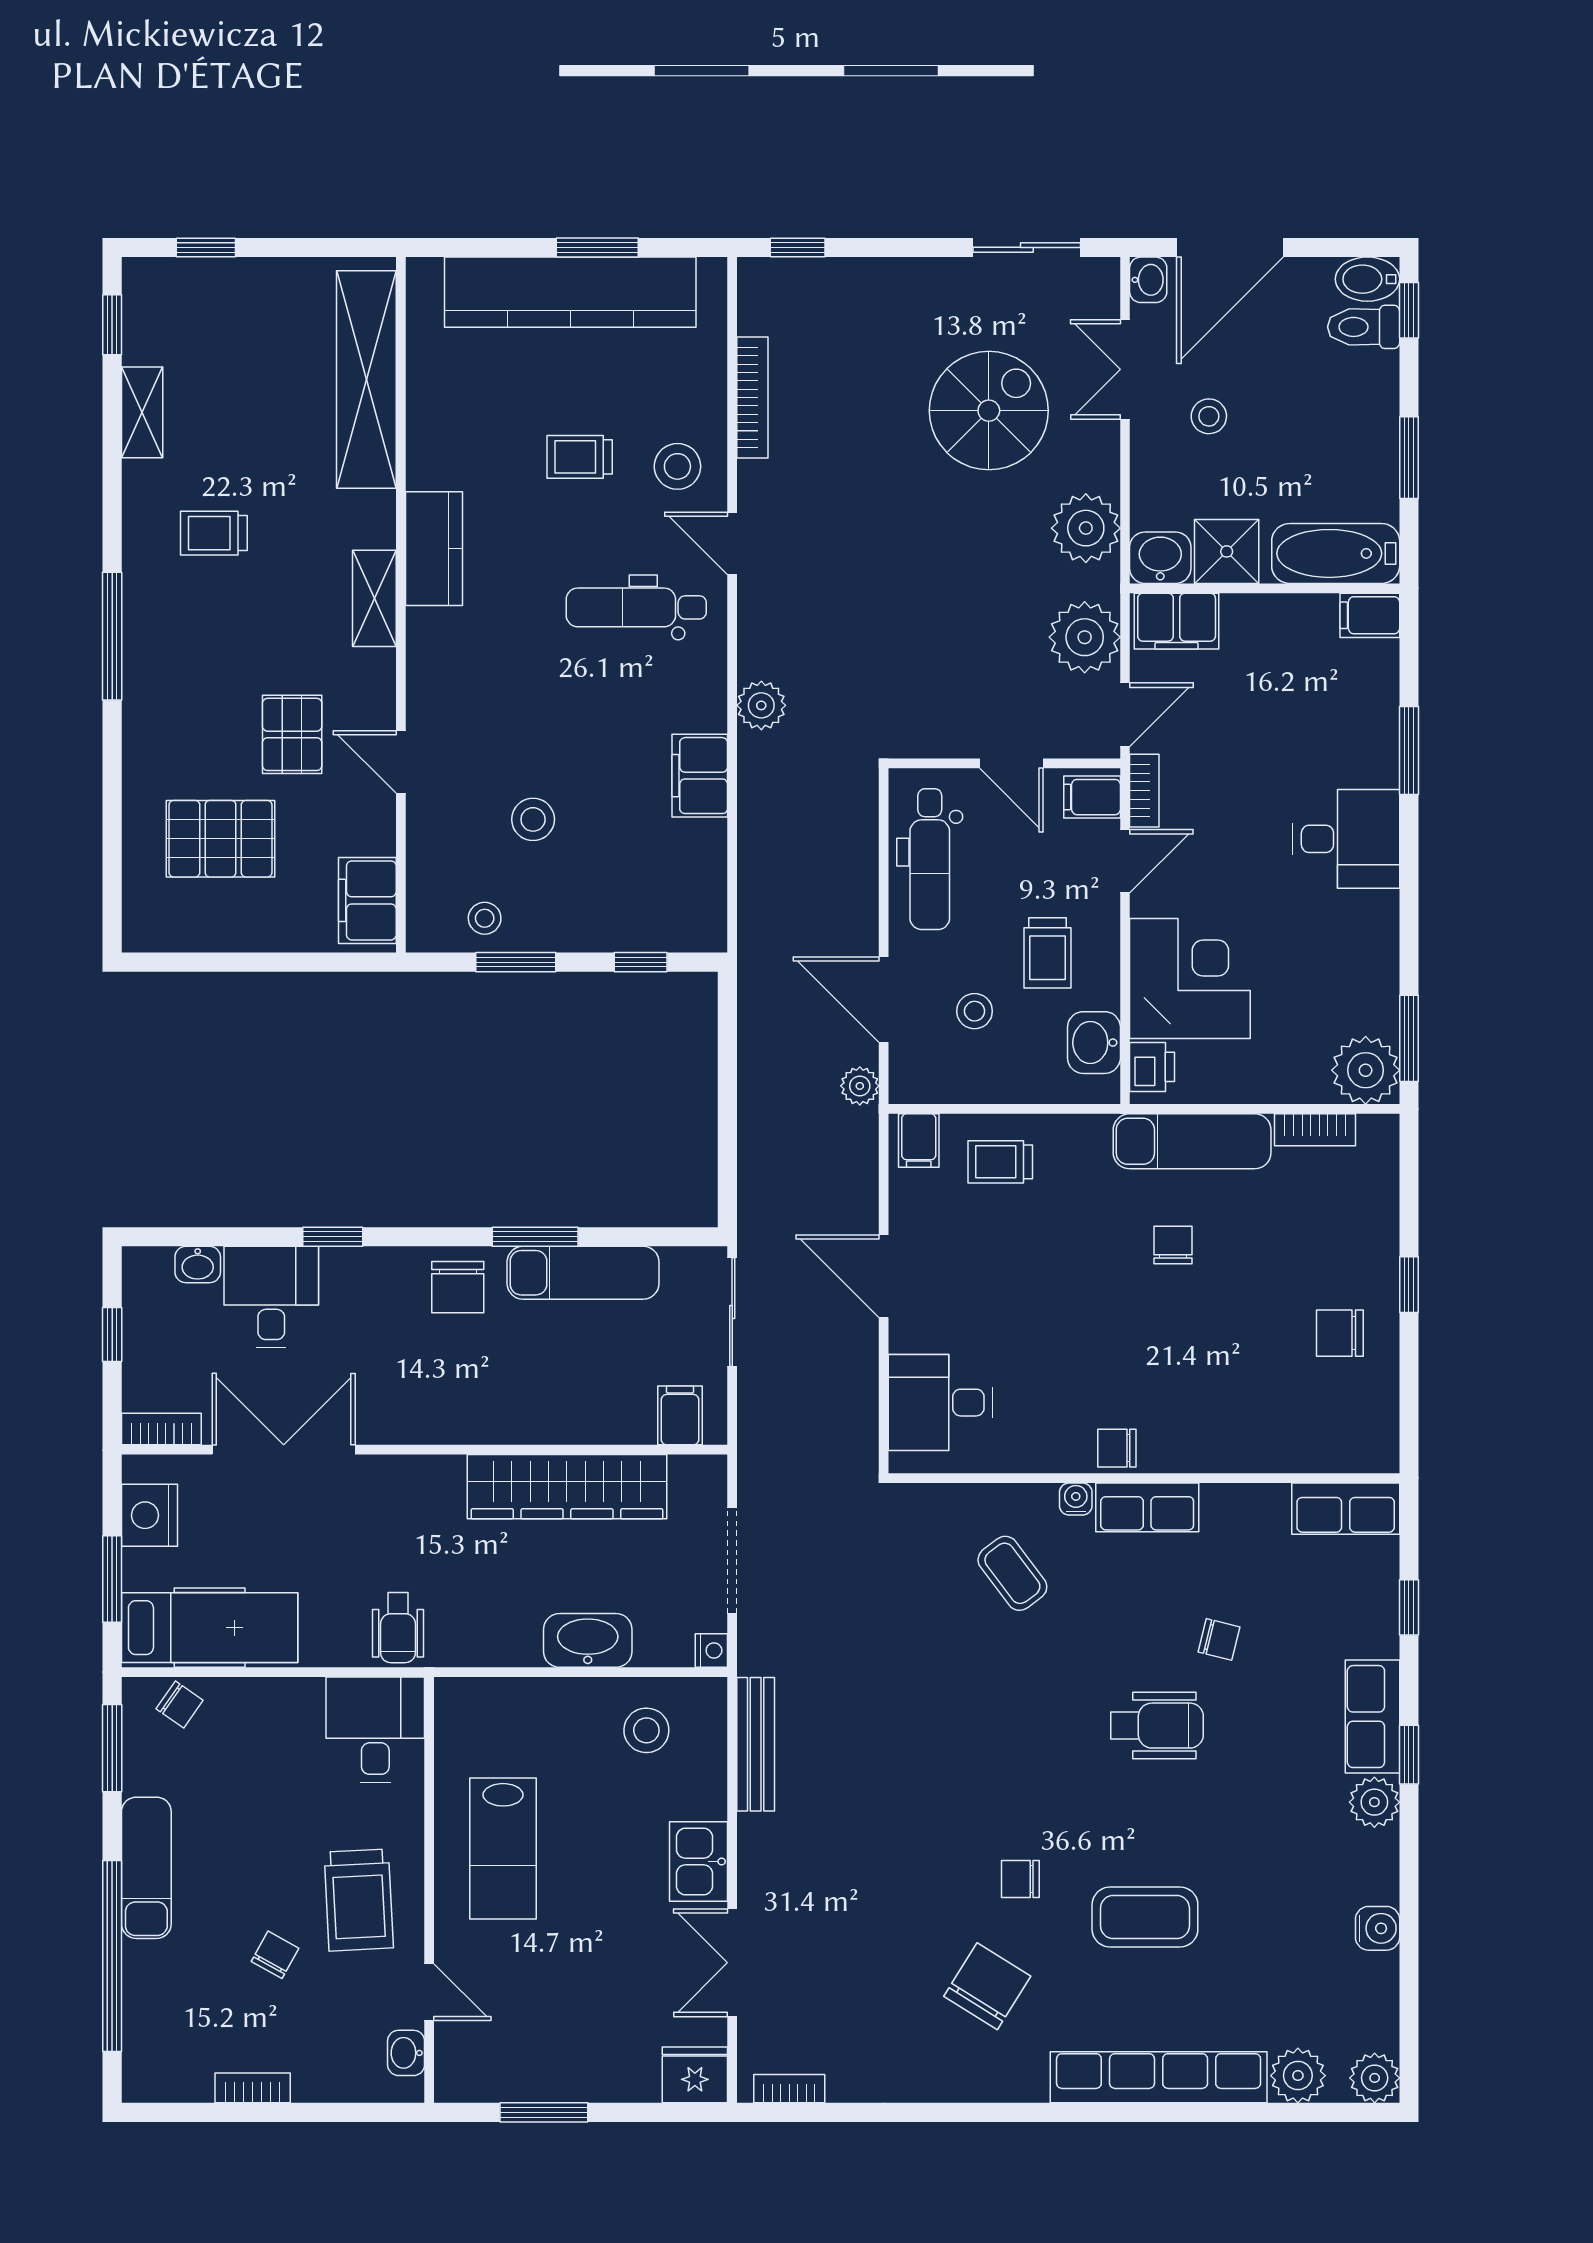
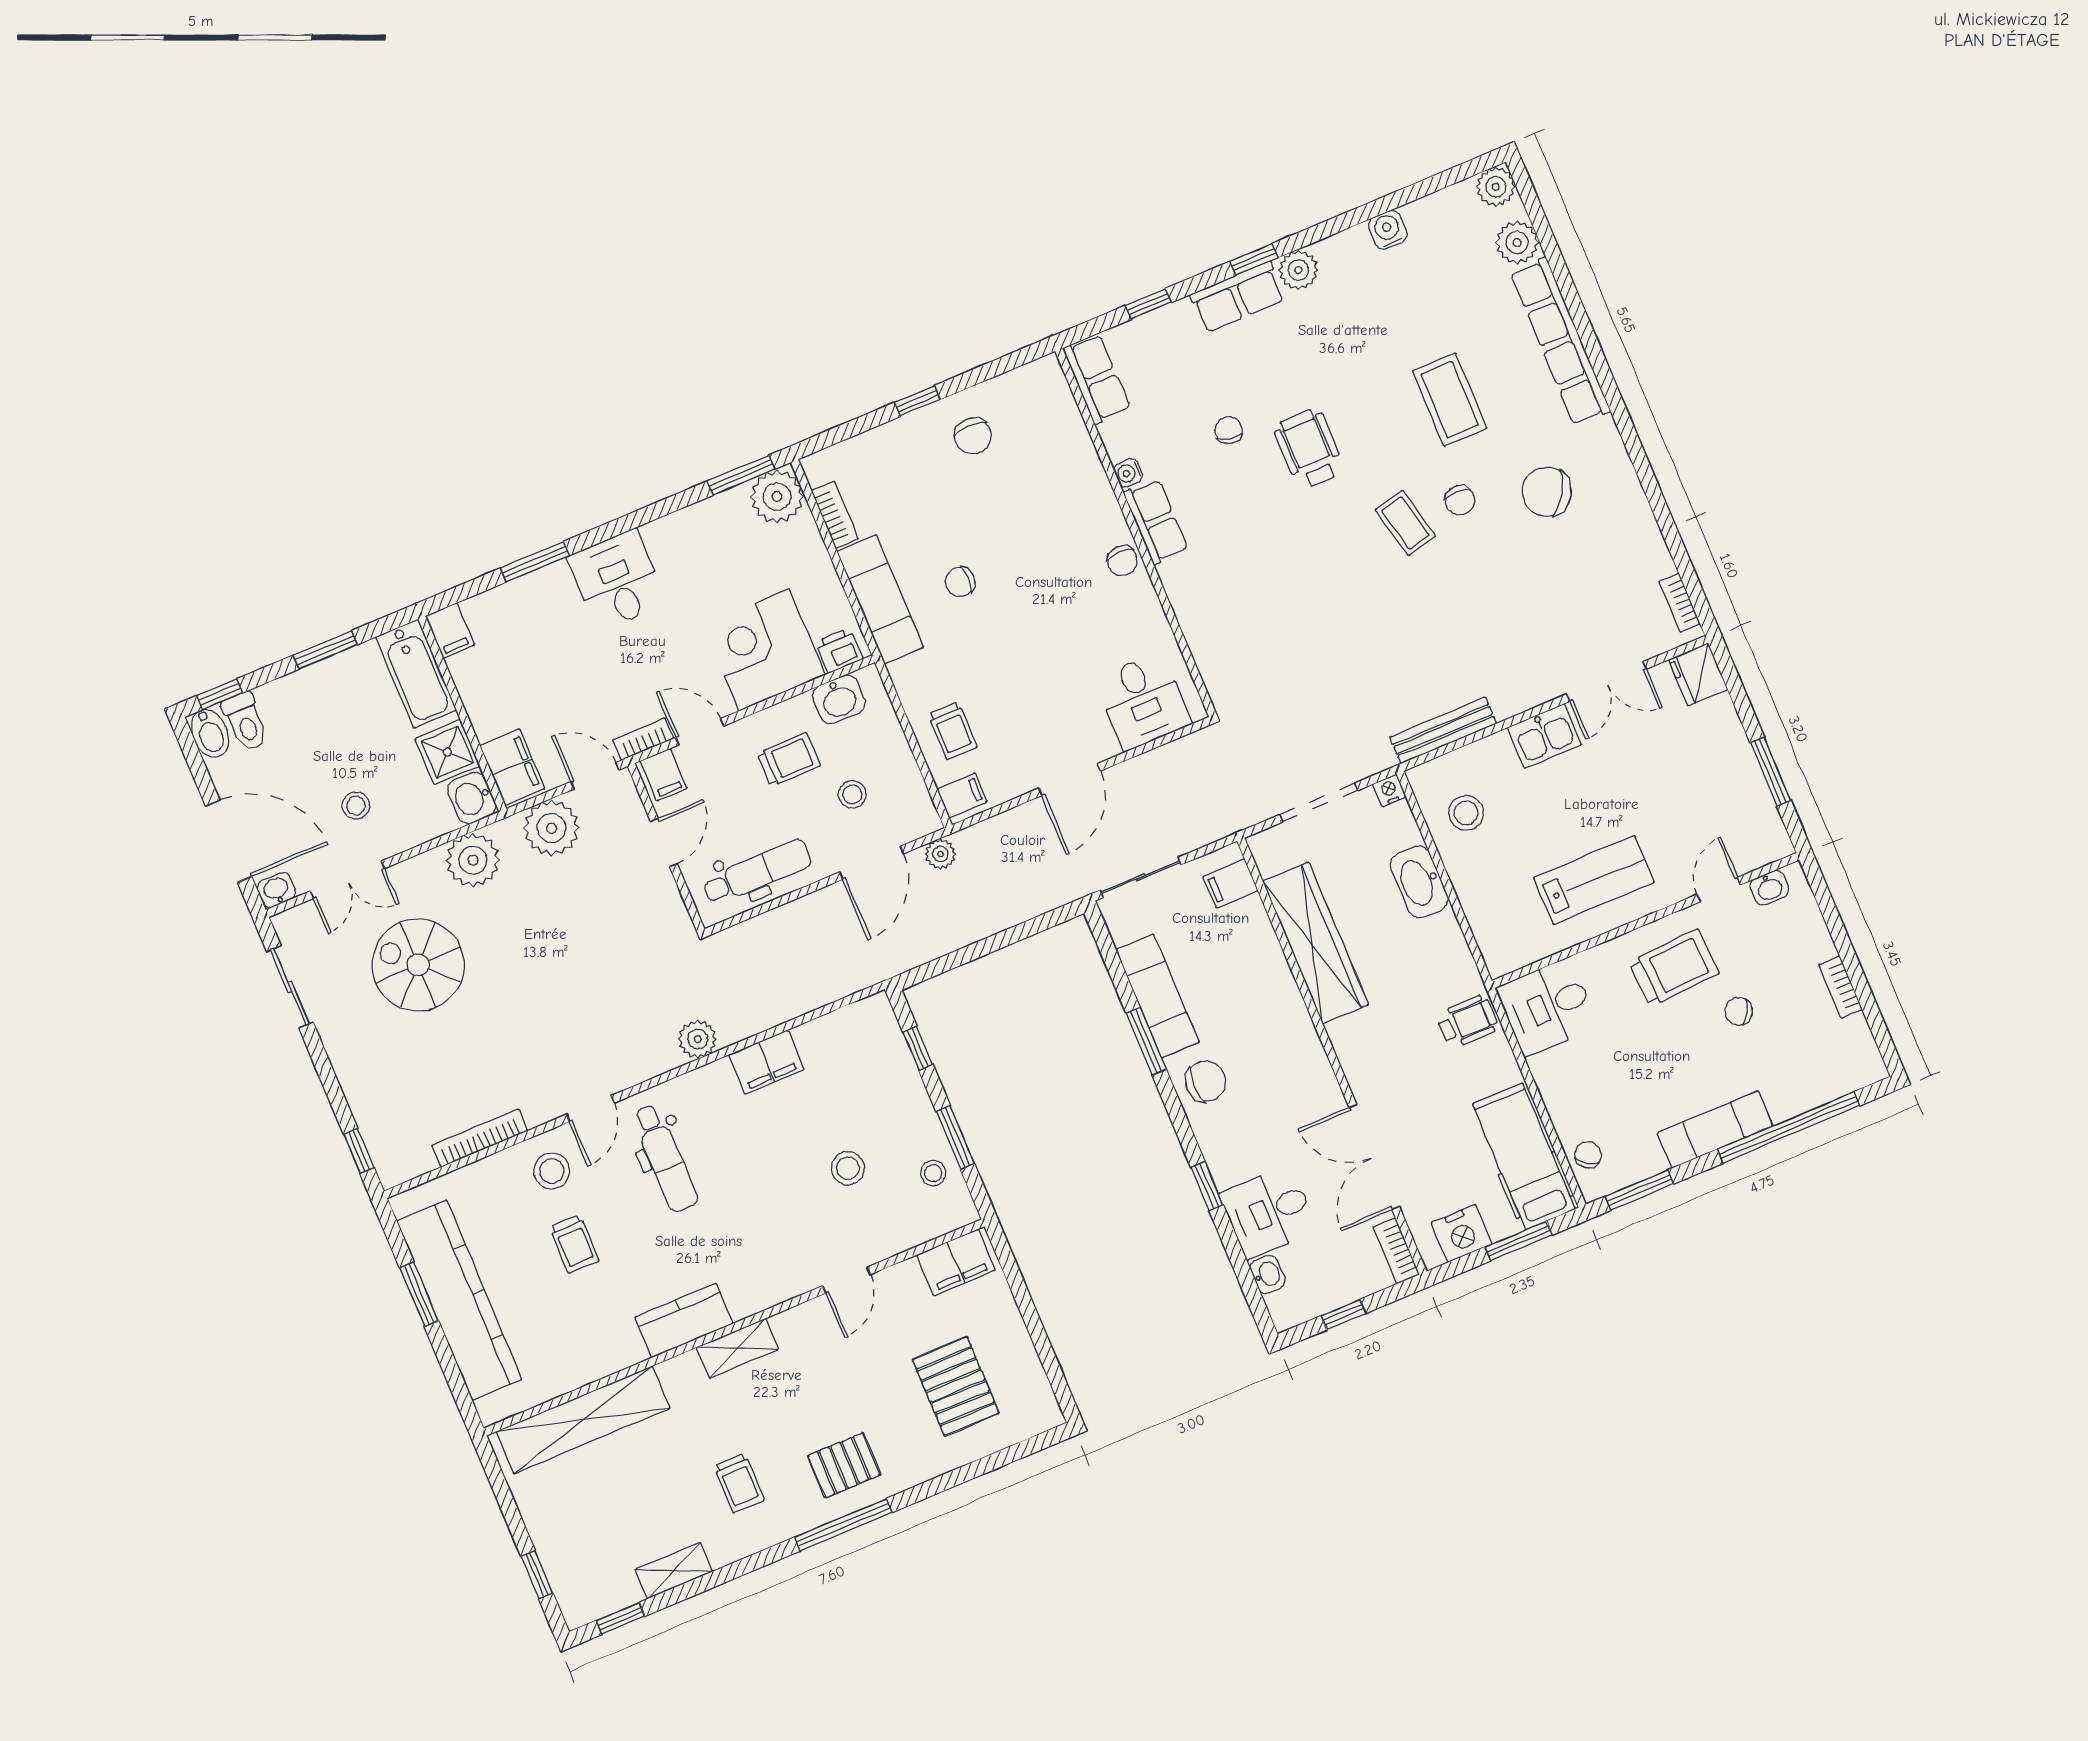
pallet: (292, 734) -> (844, 1465), moved
water cooler: (1076, 1499) -> (1128, 473), moved
coffee table: (1012, 1573) -> (1405, 523), moved, turned -66

